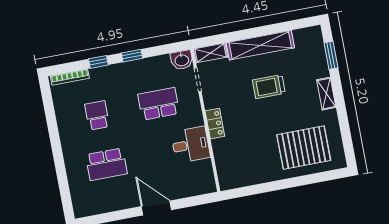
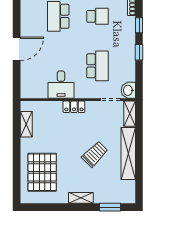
trolley: (269, 87) -> (95, 154), turned 45
shelving: (248, 179) -> (26, 124), added

